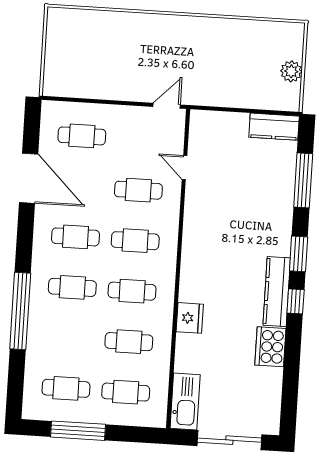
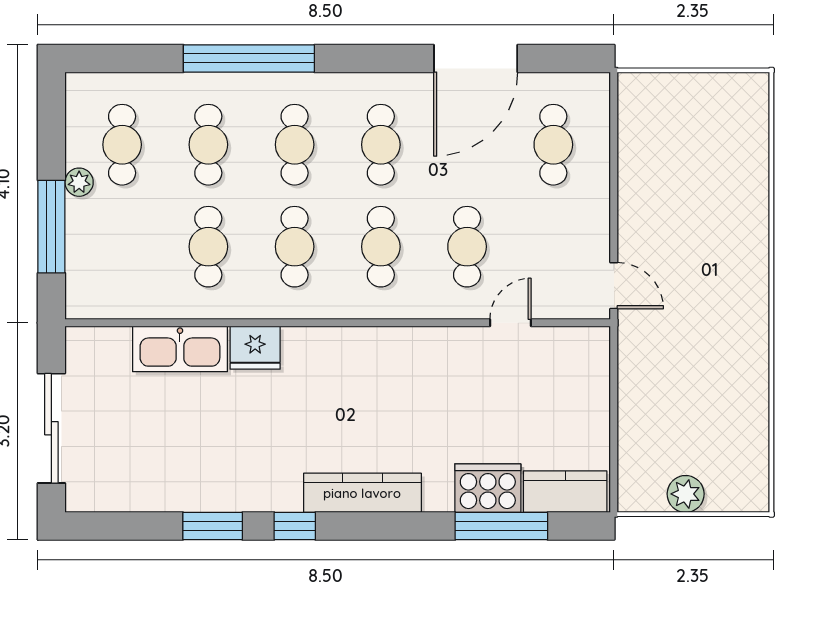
kitchen counter: (274, 127) -> (565, 492), moved, turned 90
window: (299, 254) -> (213, 526), moved
kitchen counter: (277, 292) -> (362, 493), moved
cooker: (270, 347) -> (488, 488), moved
cafe table: (126, 392) -> (208, 145), moved
kitchen sink: (185, 402) -> (180, 349), moved
plant: (86, 415) -> (79, 182), added
window: (78, 431) -> (51, 227), moved

